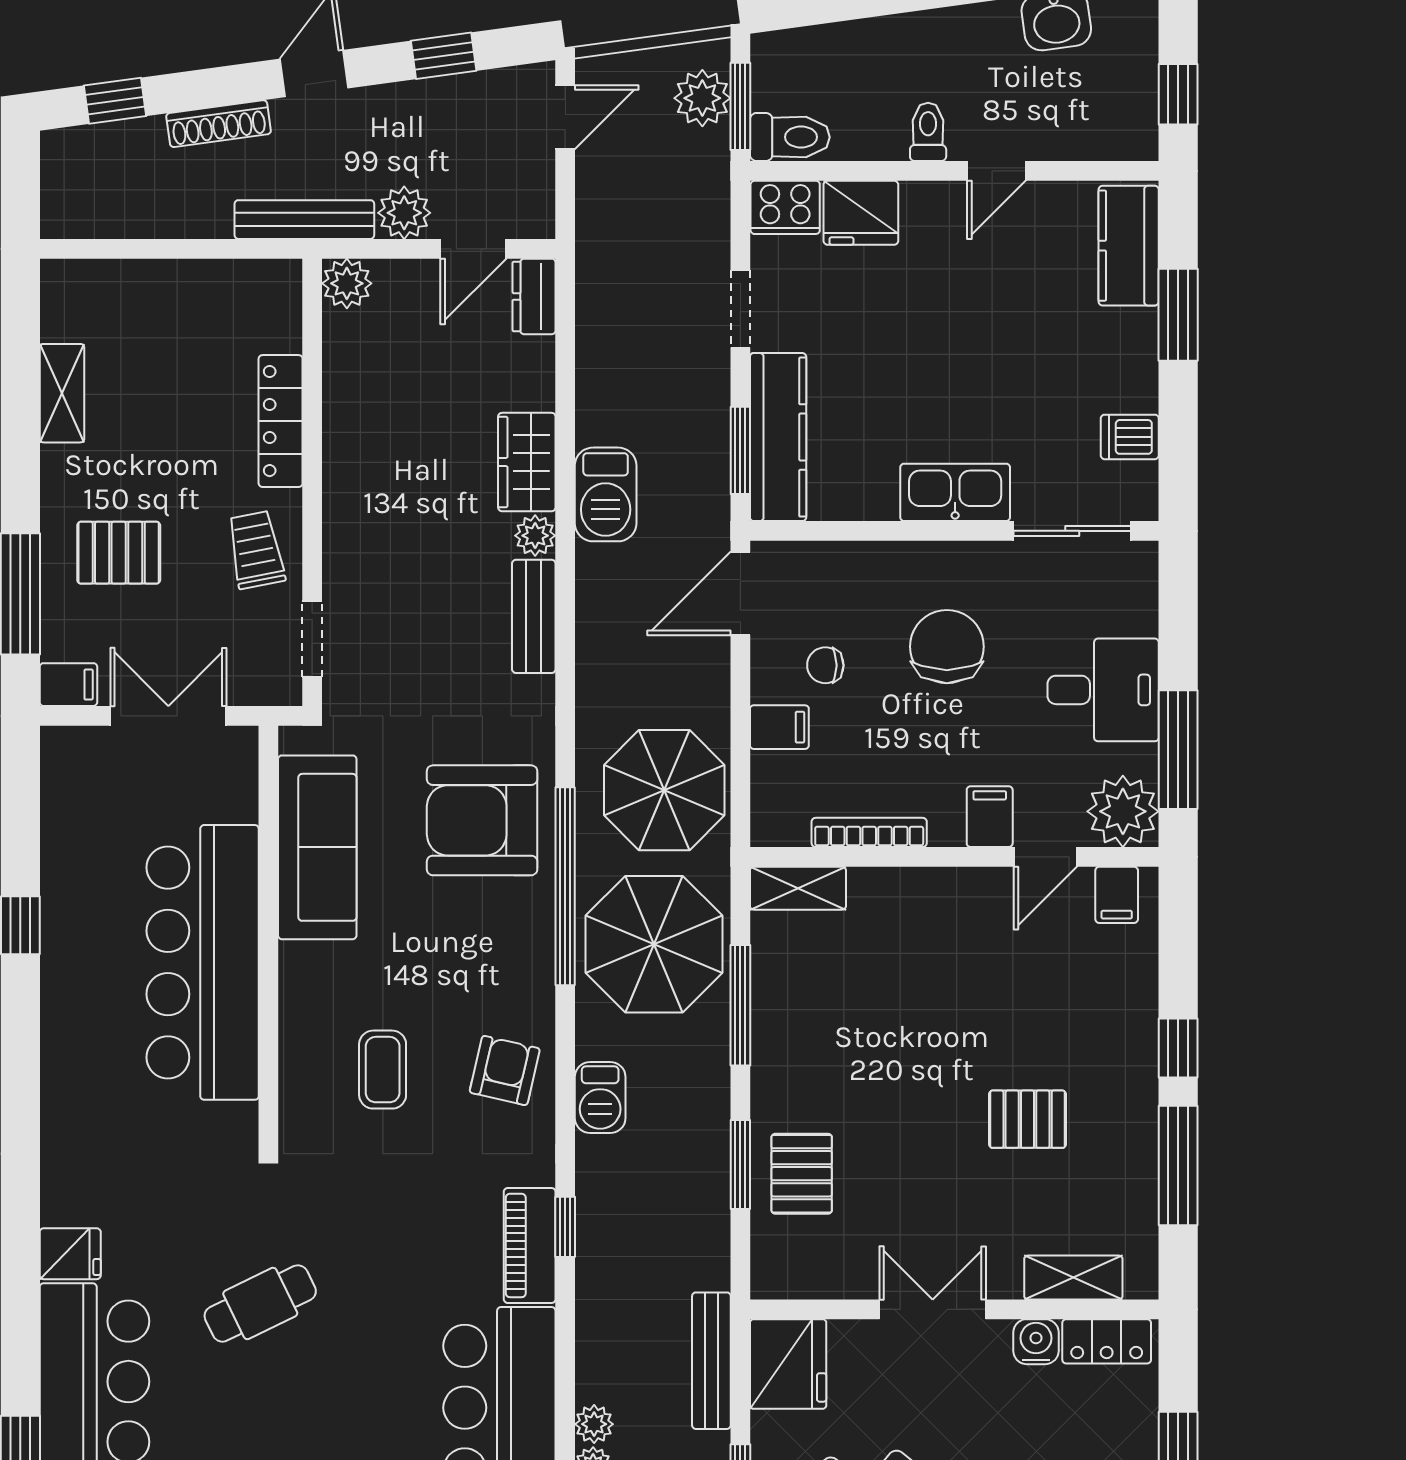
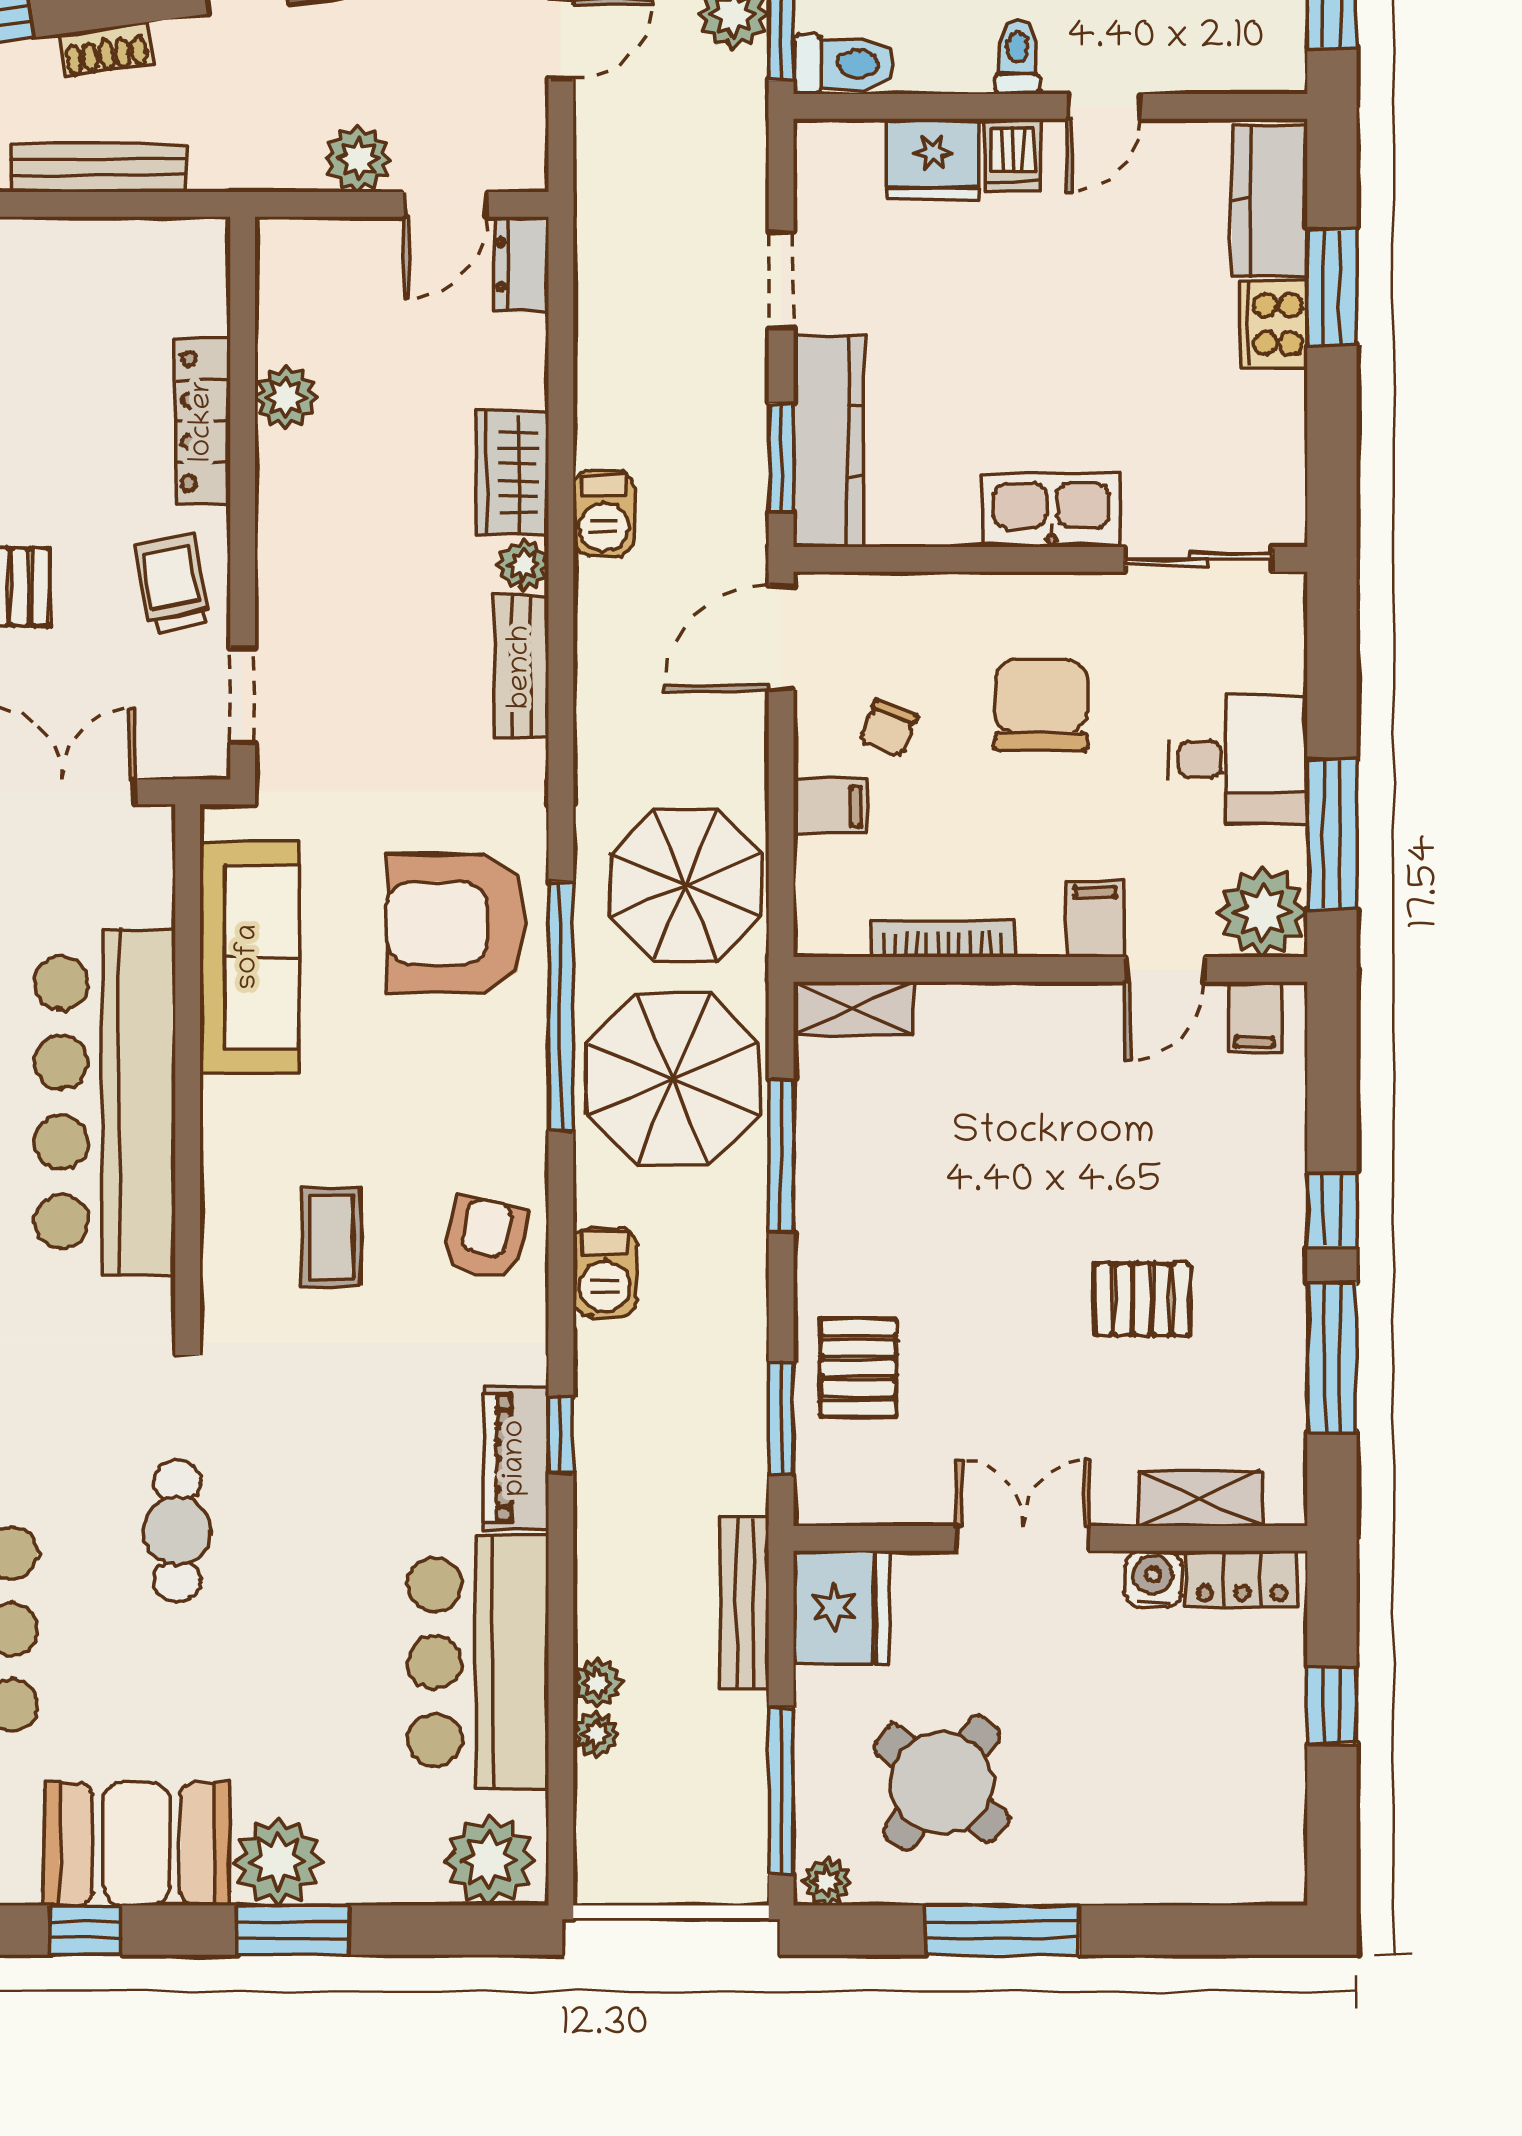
shoe rack: (219, 124) -> (106, 50), width x0.70
cooker: (785, 207) -> (1274, 324), moved, turned 90
bench: (304, 220) -> (98, 168), moved
plant: (347, 283) -> (286, 397), moved
dishwasher: (1130, 437) -> (1013, 155), moved, turned -90
barbecue: (606, 494) -> (604, 513), width x0.73, depth x0.79
chair: (825, 665) -> (888, 728), turned -69
window: (740, 1164) -> (781, 1418), moved
cafe table: (260, 1303) -> (177, 1531), turned -64

